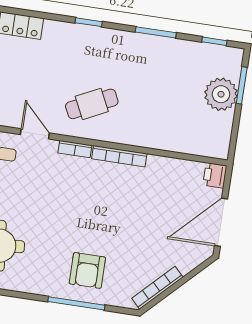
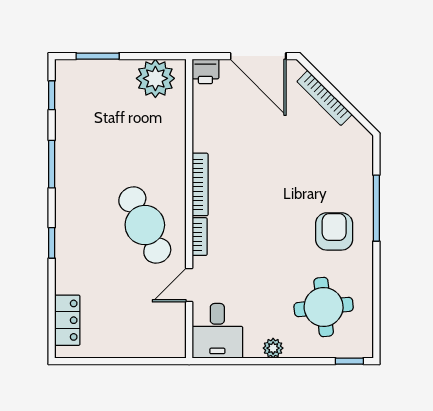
plant: (221, 94) -> (155, 78), moved
cafe table: (92, 104) -> (145, 225), width x1.37, depth x1.35
armchair: (87, 270) -> (334, 231), moved, turned -90
bookcase: (157, 288) -> (324, 98), moved

